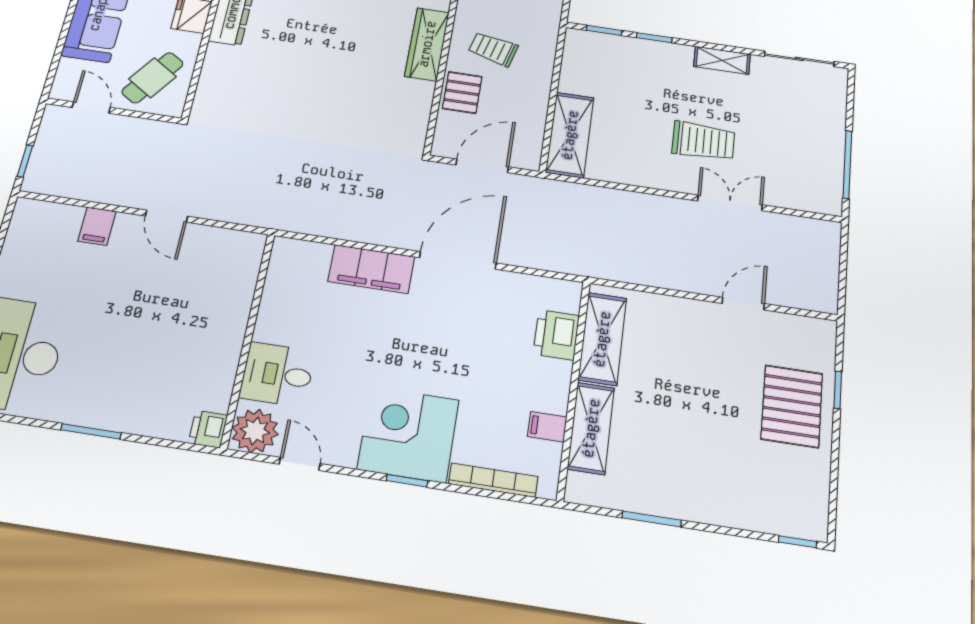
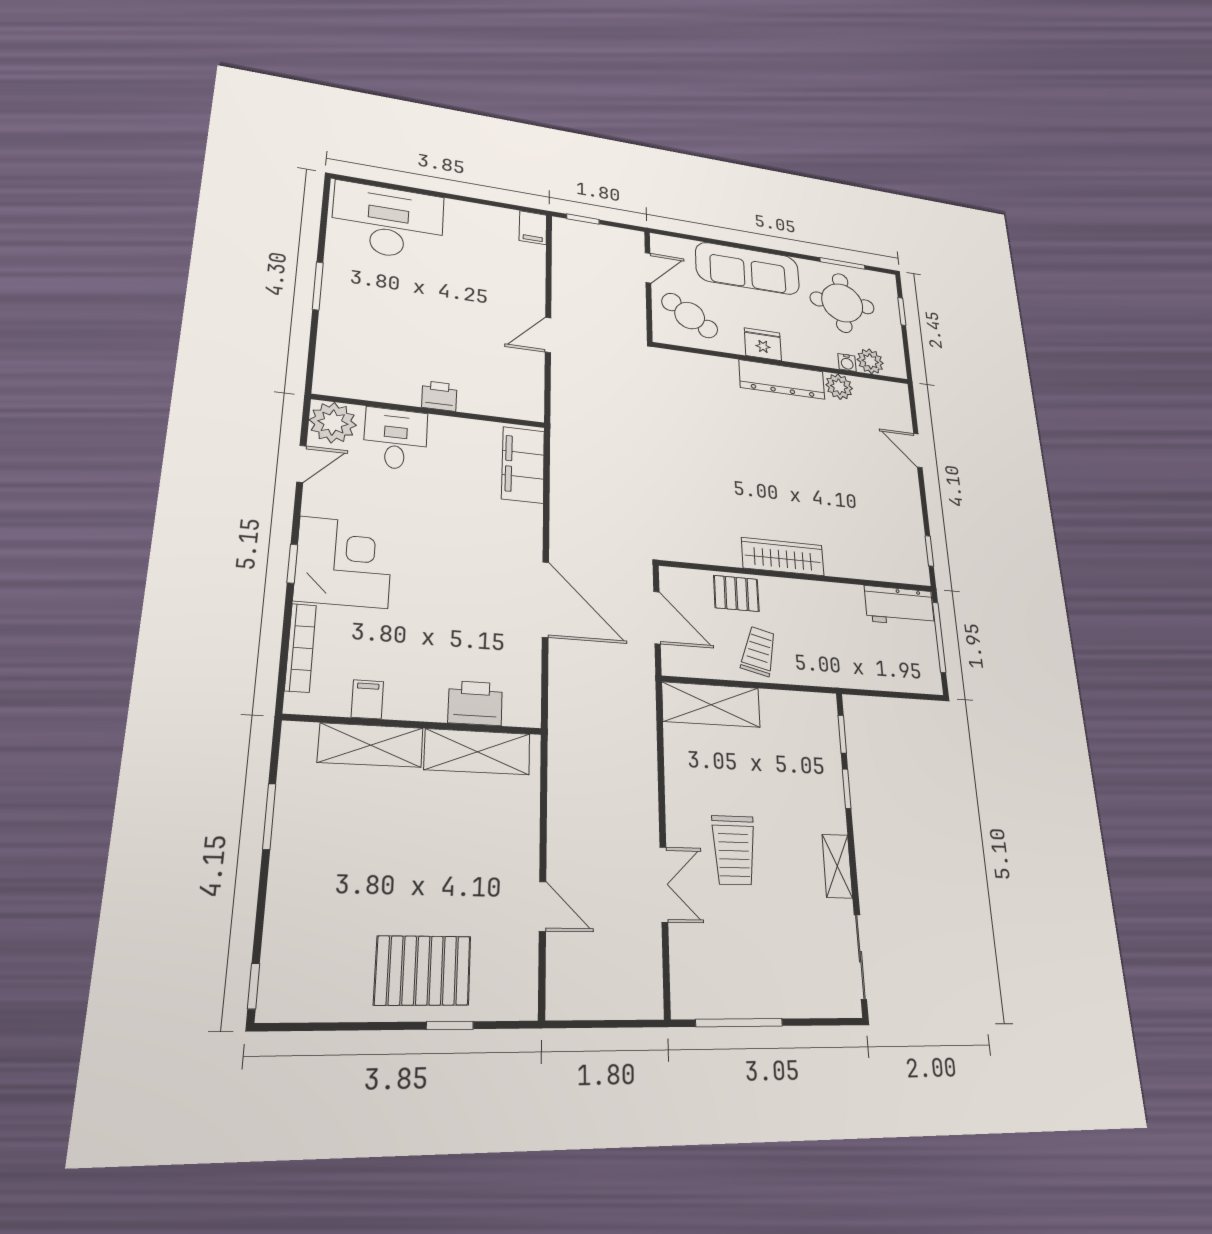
trolley: (493, 49) -> (759, 651), moved
filing cabinet: (97, 226) -> (533, 228), moved, turned -90
filing cabinet: (371, 269) -> (523, 465), moved
printer: (208, 429) -> (439, 396), moved

